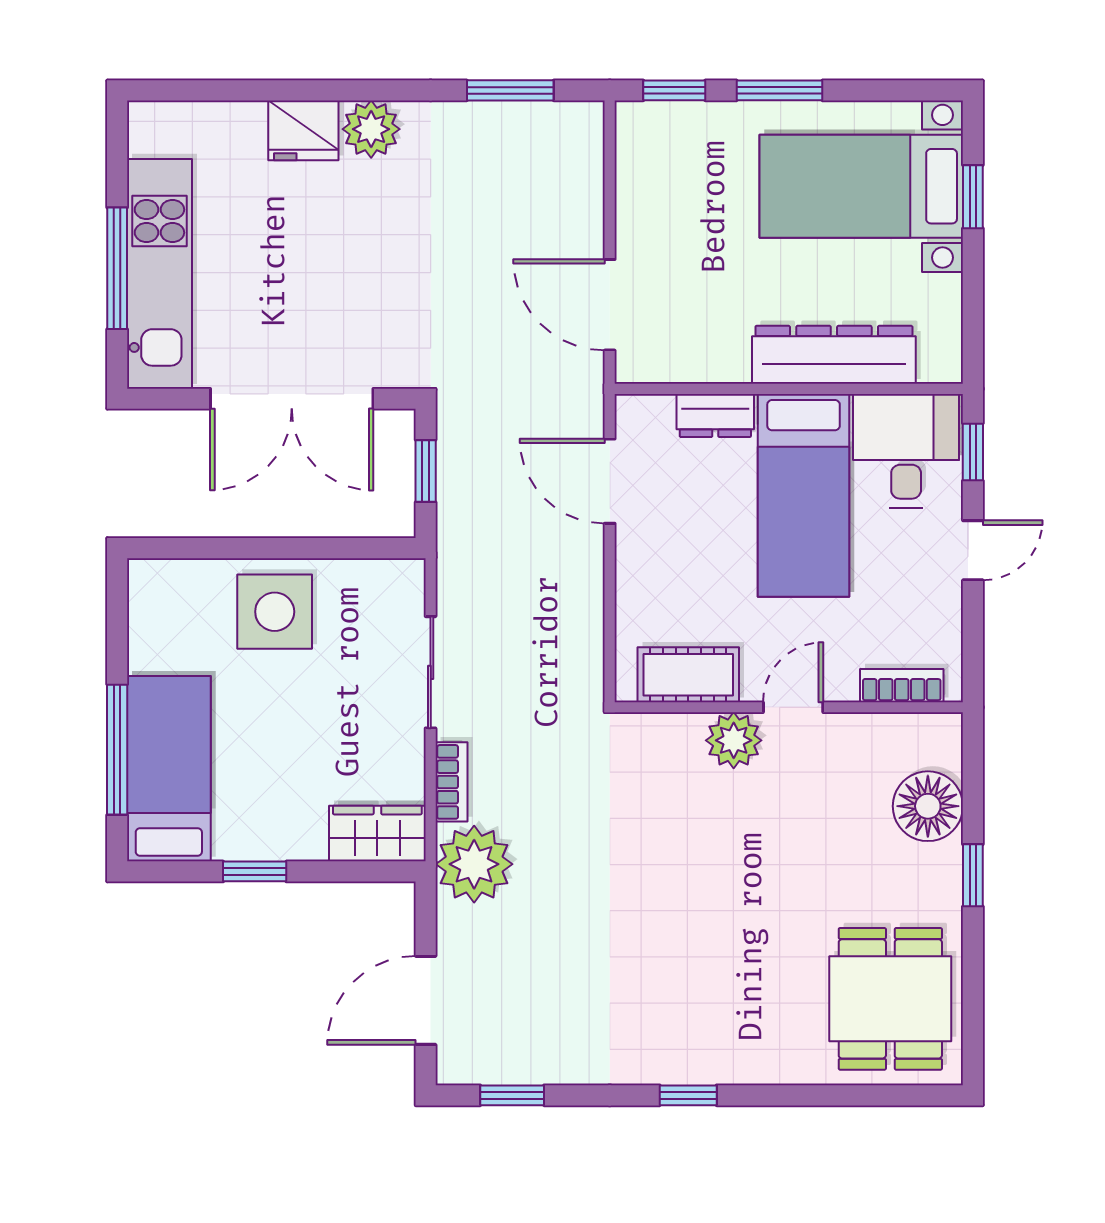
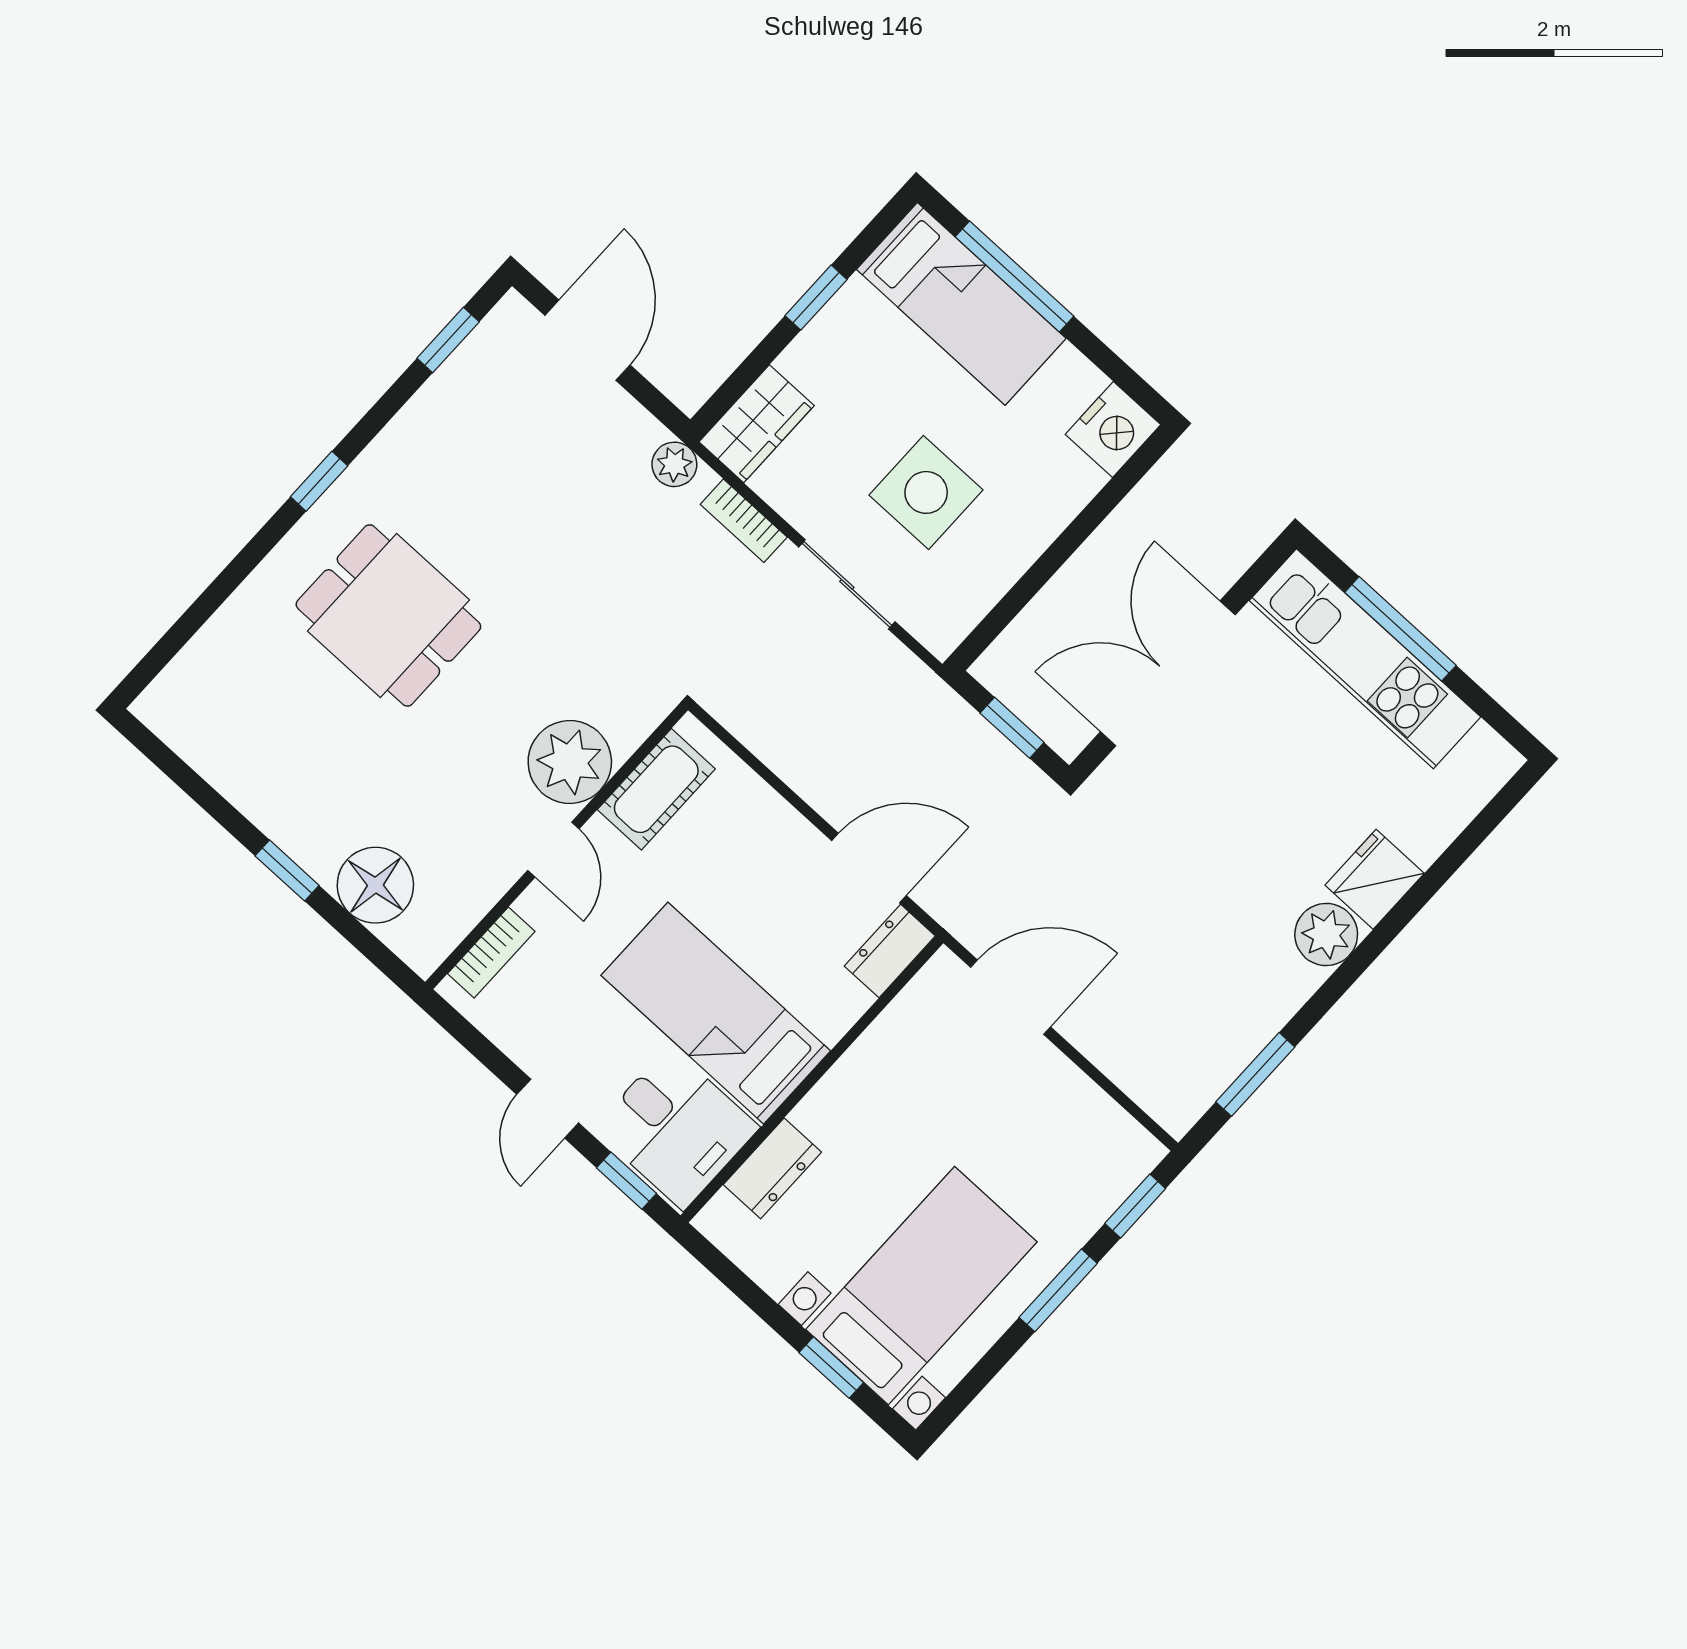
dresser: (834, 355) -> (772, 1168), width x0.51, depth x0.80
dresser: (715, 416) -> (890, 951), moved
nightstand: (160, 588) -> (1113, 430), added
side table: (275, 612) -> (926, 492), moved
plant: (734, 740) -> (570, 762), width x1.36, depth x1.36
plant: (474, 864) -> (674, 464), width x0.53, depth x0.53
dining table: (890, 999) -> (388, 615), moved

